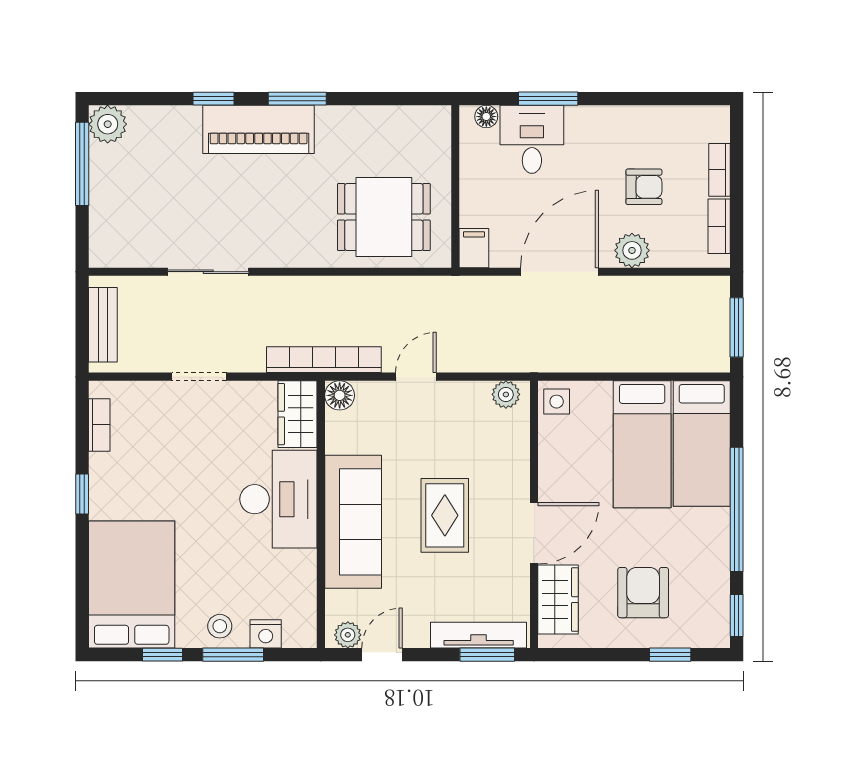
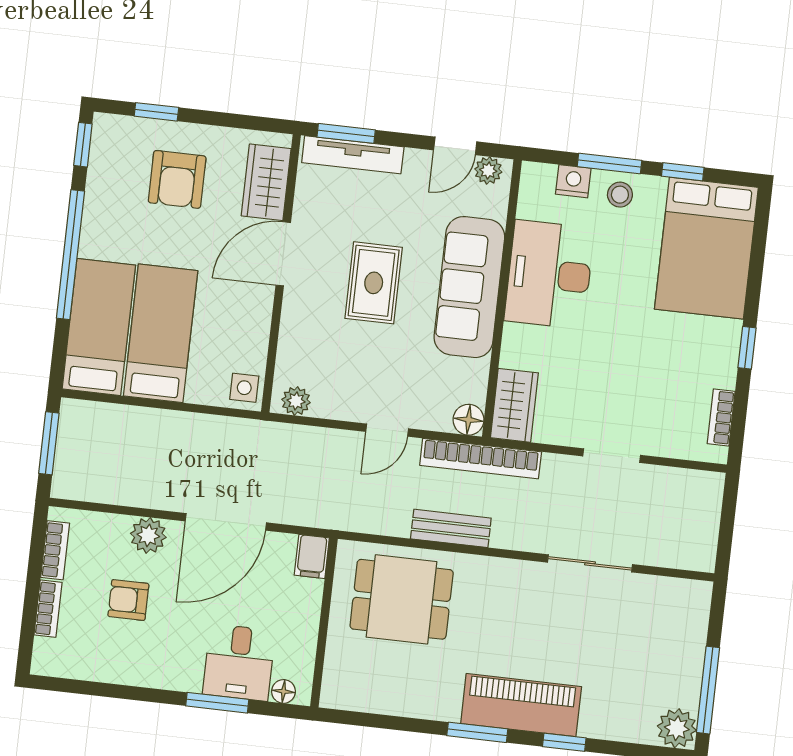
bench: (103, 325) -> (451, 528), moved, turned 90
desk: (278, 499) -> (549, 274), moved

